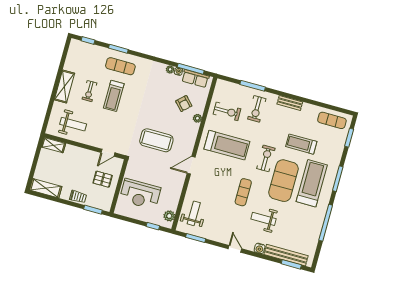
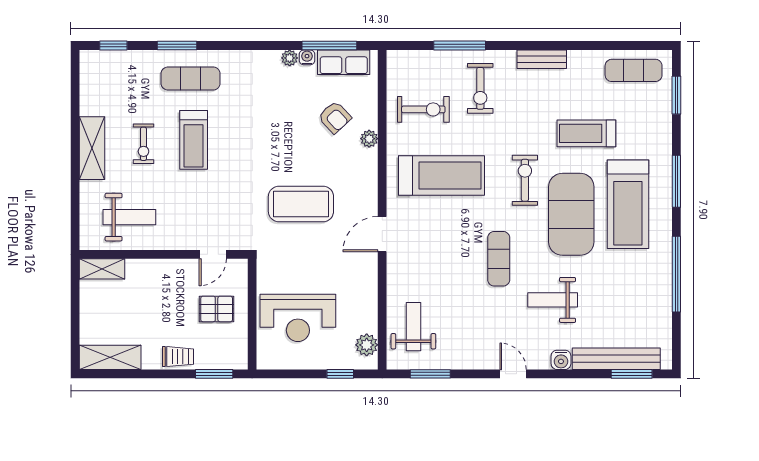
treadmill: (312, 183) -> (628, 204), turned 180

